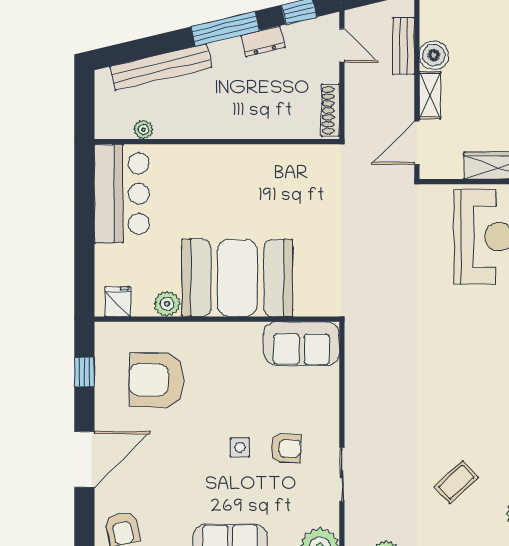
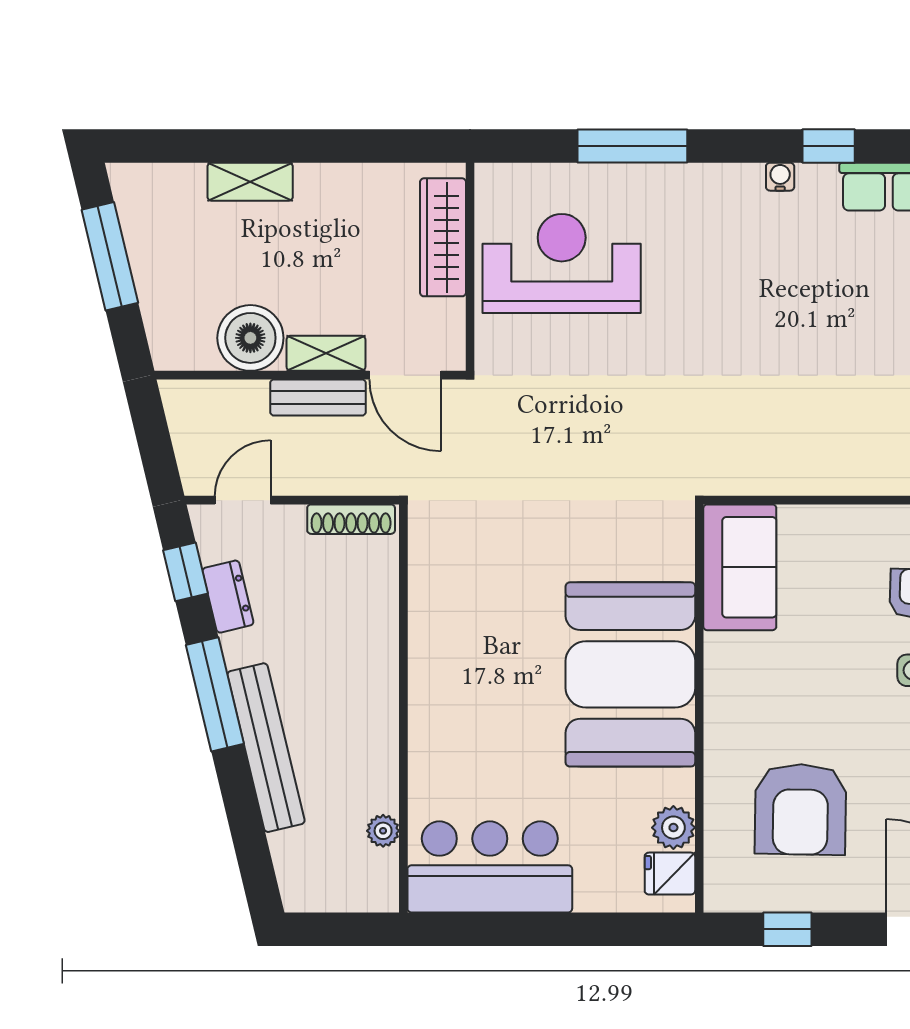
dresser: (263, 41) -> (228, 597), moved
bench: (403, 46) -> (318, 397), moved
boiler: (434, 55) -> (250, 338), width x1.37, depth x1.37
bench: (161, 67) -> (266, 748), moved
plant: (167, 304) -> (673, 828), moved

